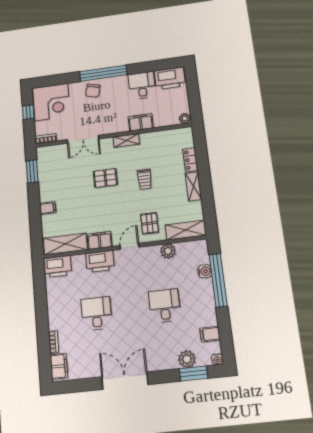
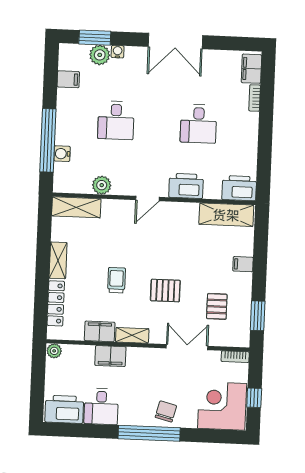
locker: (190, 160) -> (56, 303), width x1.53
pallet: (150, 223) -> (217, 306), moved
filing cabinet: (100, 240) -> (100, 331), moved, turned 180
water cooler: (217, 359) -> (118, 52), moved

